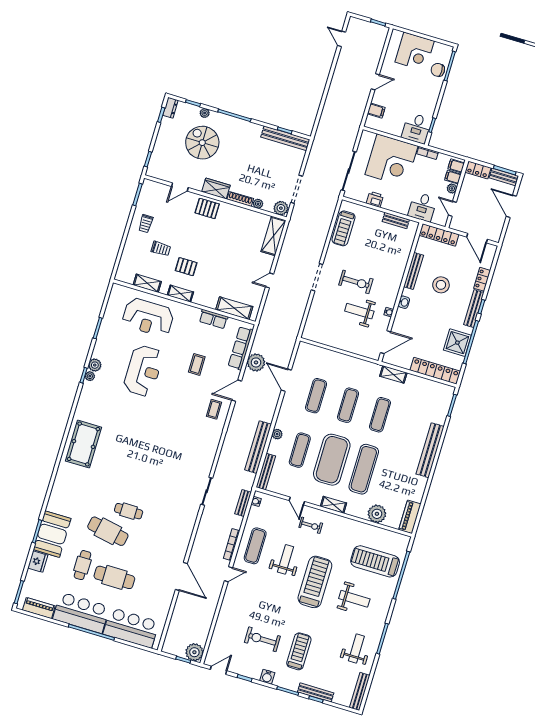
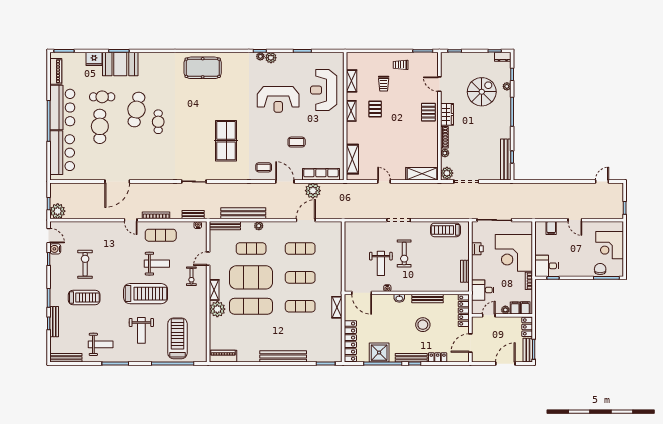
weight bench: (359, 311) -> (381, 263), turned 180
row of seats: (213, 319) -> (338, 145), removed
table tennis table: (172, 442) -> (226, 141), added
plant: (377, 514) -> (217, 309), moved
water cooler: (267, 677) -> (55, 249), moved

